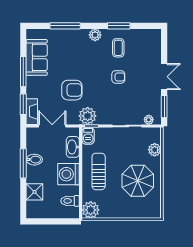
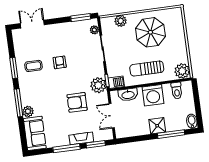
window: (65, 26) -> (18, 103), moved
plant: (95, 35) -> (28, 111), moved
sofa: (37, 57) -> (35, 133), moved, turned 90
double door: (164, 77) -> (32, 24), moved
armchair: (72, 90) -> (77, 102), turned -90
fireplace: (32, 112) -> (81, 138), moved
bidet: (34, 160) -> (192, 121), moved
window: (23, 163) -> (171, 134), moved
shower: (34, 192) -> (157, 126), moved

